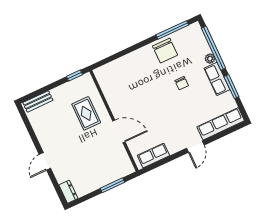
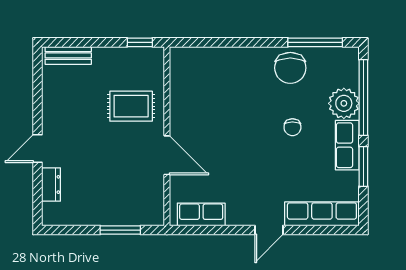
plant: (210, 59) -> (344, 103), width x1.88, depth x1.88
rug: (86, 113) -> (131, 106), turned 90
dresser: (68, 192) -> (51, 184), moved

